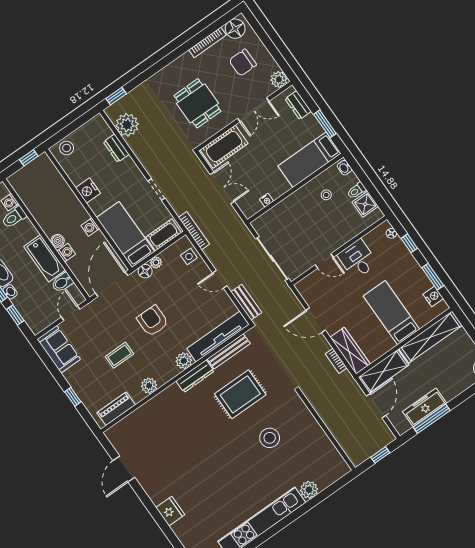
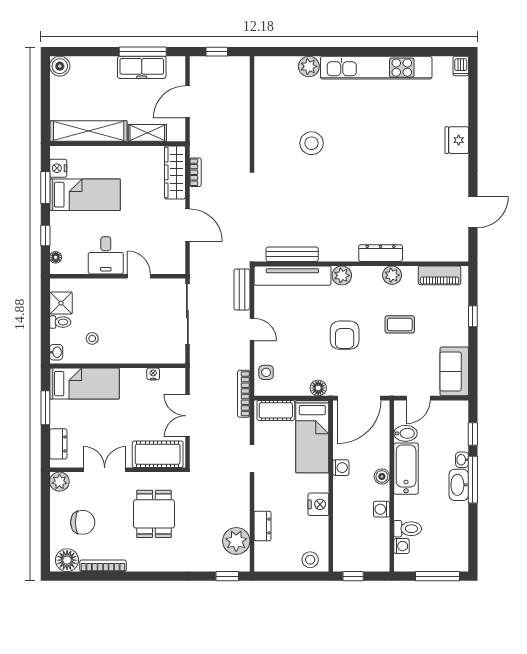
washing machine: (66, 253) -> (382, 509), moved
plant: (156, 262) -> (302, 389), removed
bed: (391, 313) -> (85, 195), moved, turned -90
shelving: (383, 371) -> (147, 133), width x0.67, depth x0.75
dresser: (195, 376) -> (381, 253), moved
rug: (240, 394) -> (310, 205), removed

